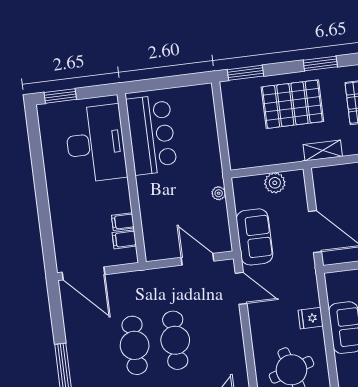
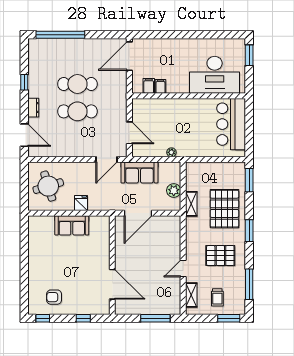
bar counter: (152, 135) -> (231, 124), moved, turned 90
shelving: (323, 150) -> (191, 204), moved
door: (198, 259) -> (129, 133), hinge flipped

